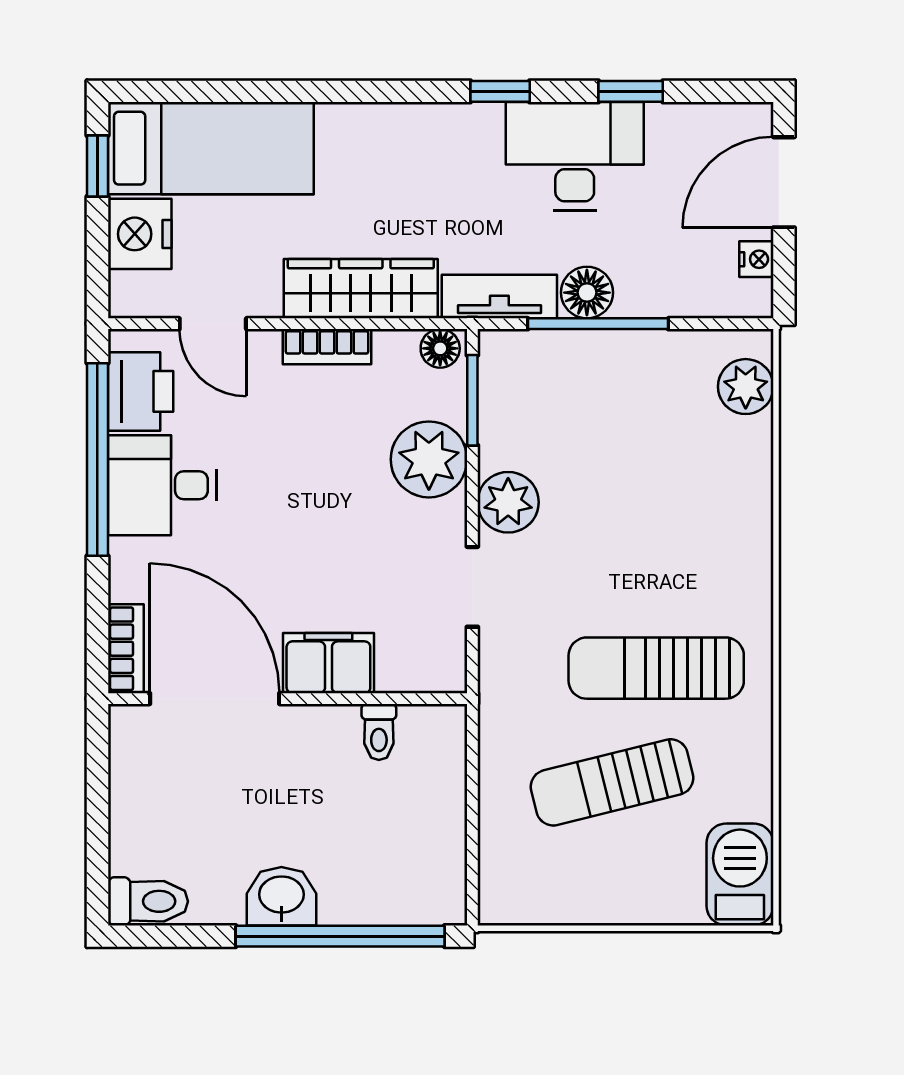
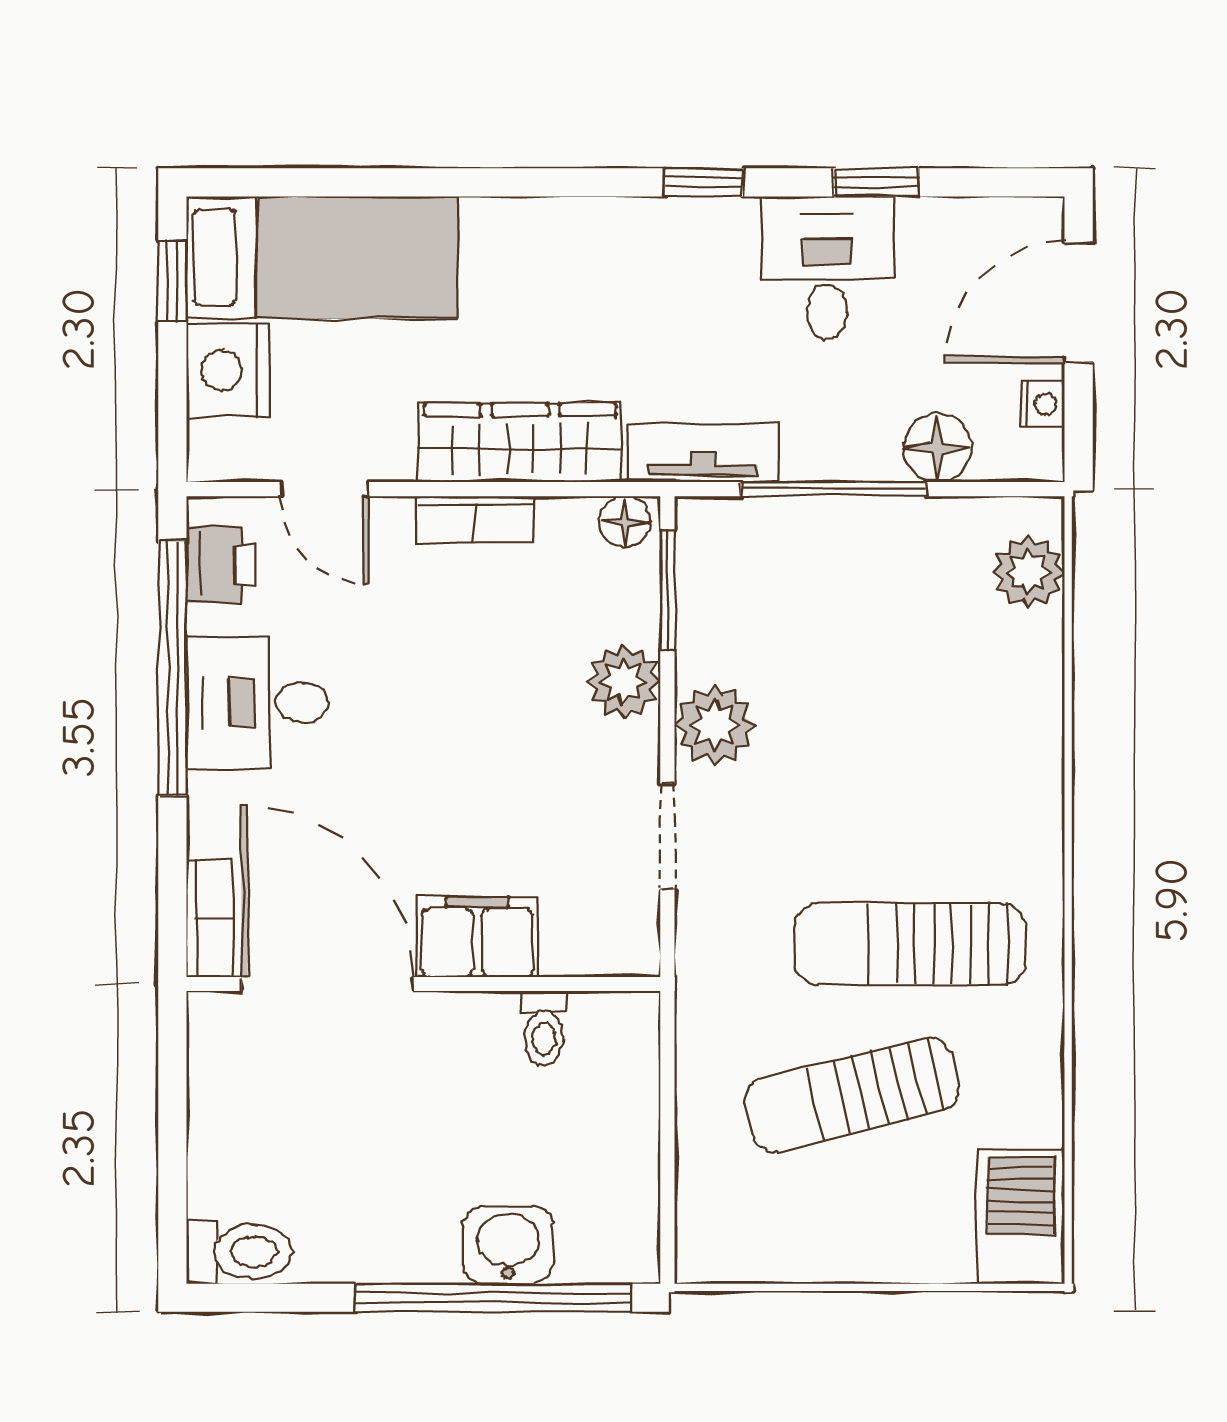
desk: (575, 156) -> (827, 268), width x0.73
floor lamp: (587, 293) -> (938, 448), moved
printer: (141, 391) -> (221, 565), width x0.73, depth x0.81
plant: (429, 459) -> (623, 682), width x0.73, depth x0.73
washbasin: (281, 896) -> (508, 1245), moved

